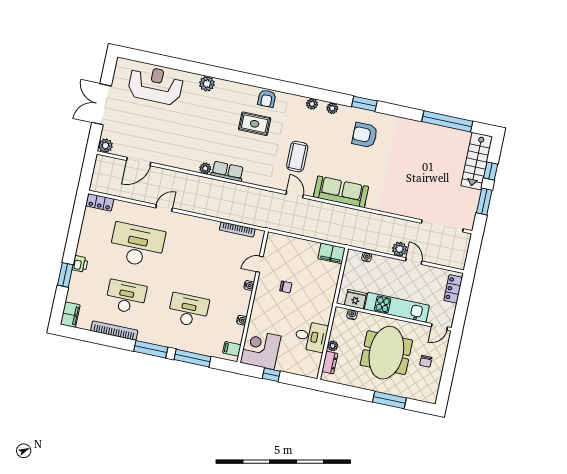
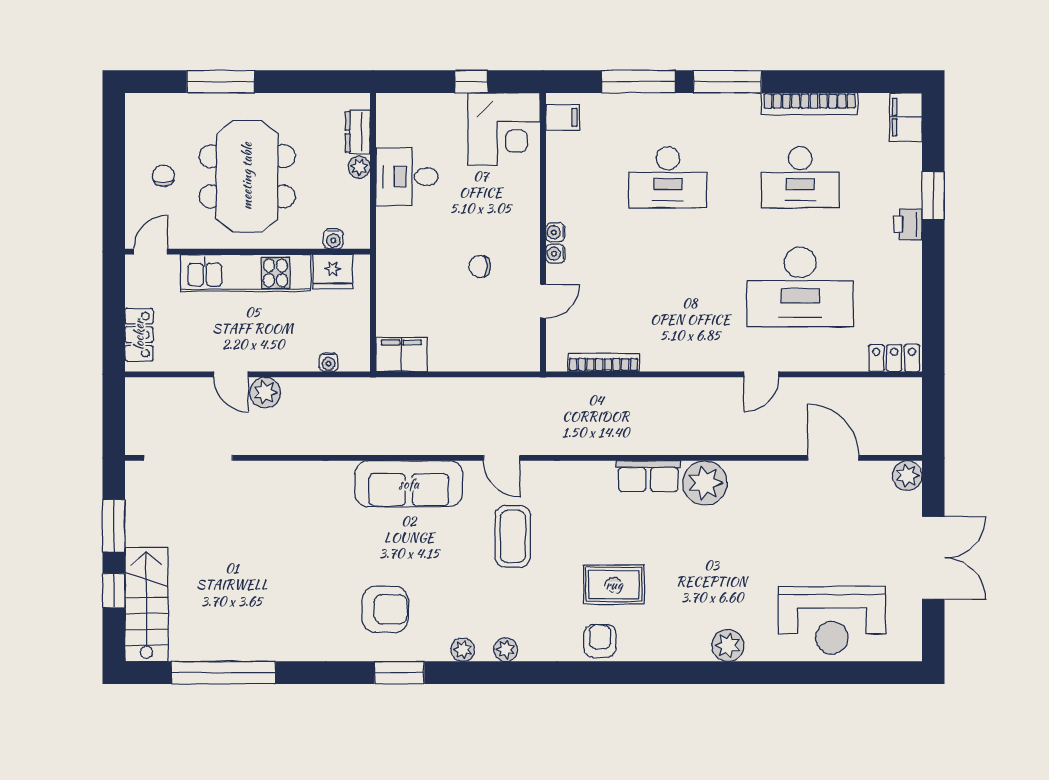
door: (139, 161) -> (833, 458), hinge flipped
plant: (205, 168) -> (705, 483), width x1.88, depth x1.88
water cooler: (242, 320) -> (555, 232), moved

